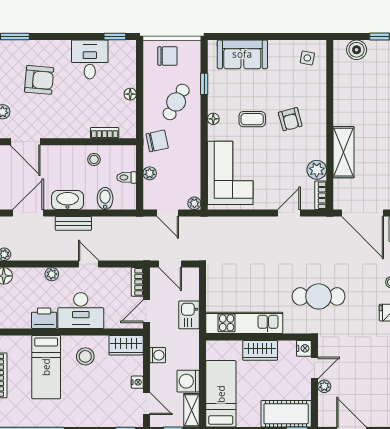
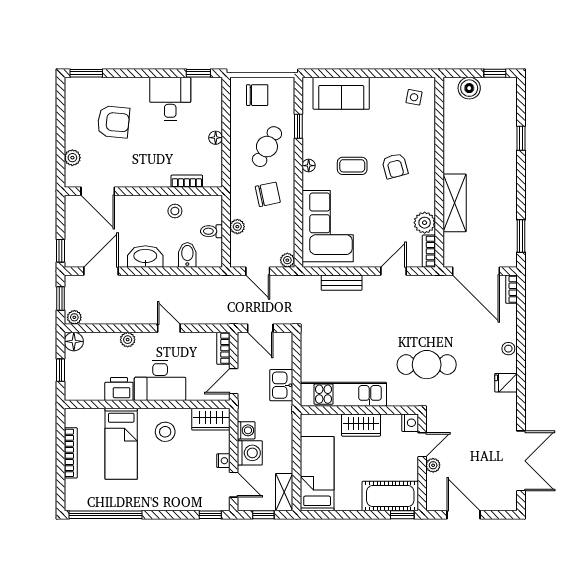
chair: (157, 141) -> (268, 194), moved
bench: (73, 223) -> (342, 283), moved
washing machine: (188, 381) -> (250, 453), moved, turned 180

